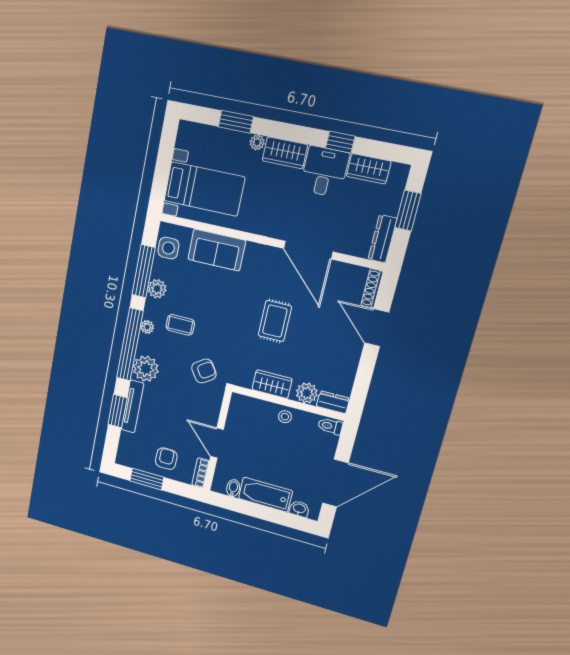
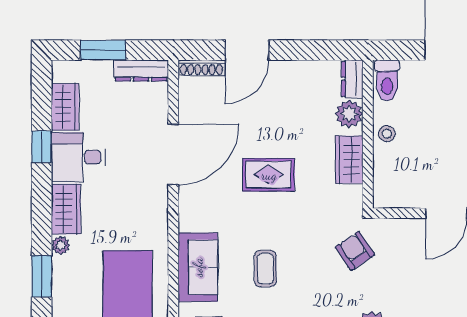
coffee table: (180, 325) -> (265, 269), moved
toilet: (330, 426) -> (387, 80), width x1.37, depth x1.39

